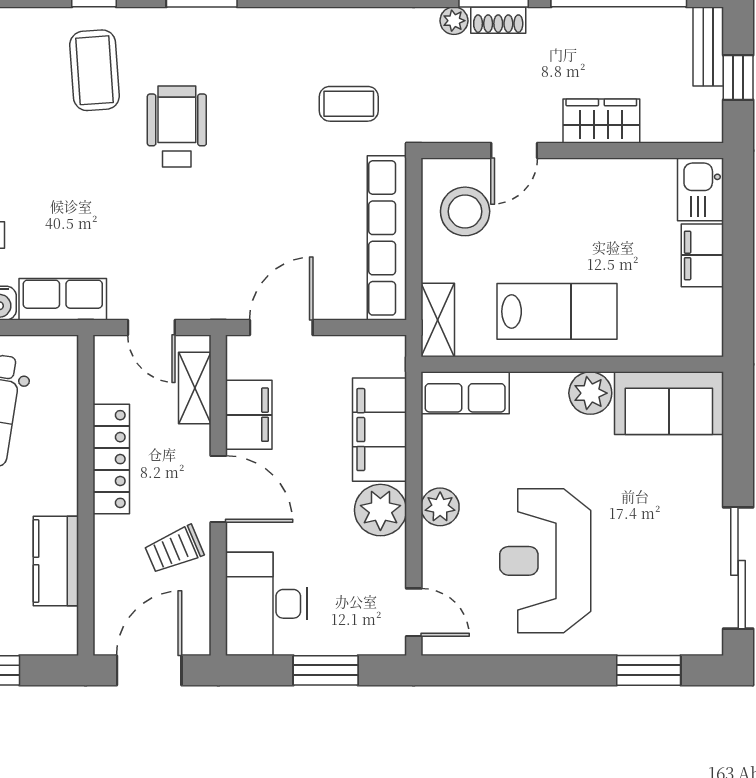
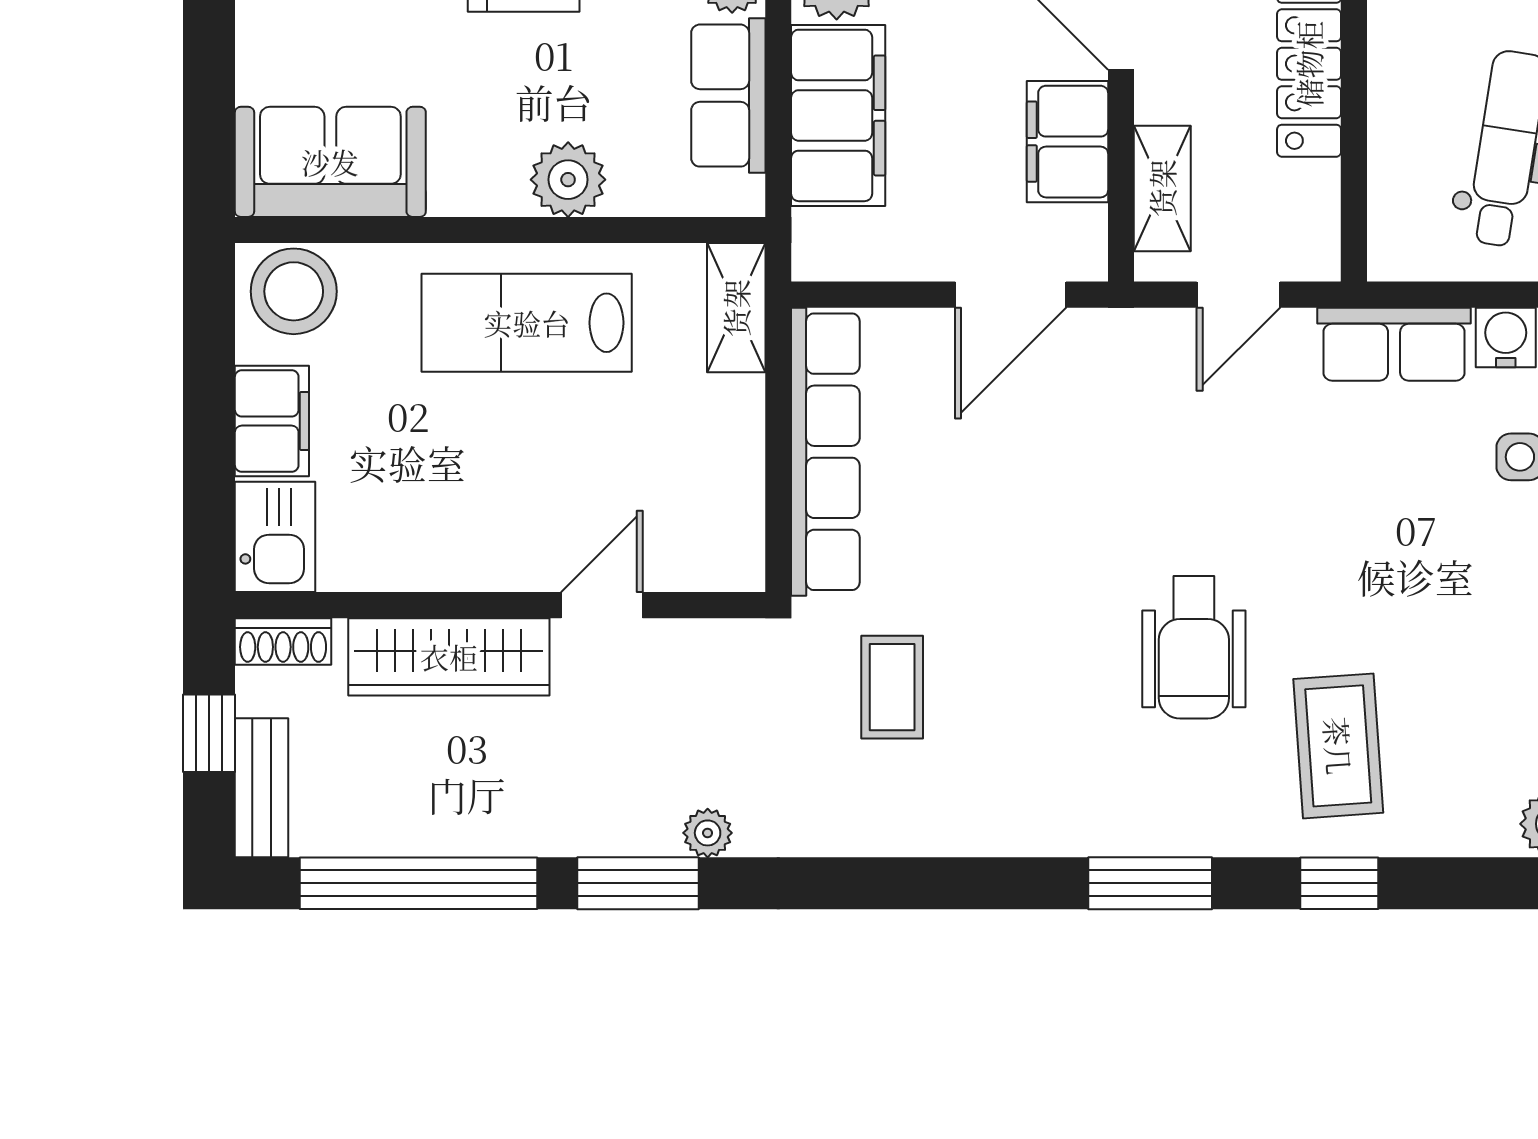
shoe rack: (498, 20) -> (283, 641), moved, turned 180
coffee table: (349, 104) -> (892, 687), turned 90
wardrobe: (601, 121) -> (449, 657), width x1.50
stool: (465, 211) -> (294, 291), moved
door: (151, 327) -> (1238, 295), swing flipped
row of seats: (465, 393) -> (728, 96), moved, turned -90
plant: (590, 393) -> (568, 180), moved

